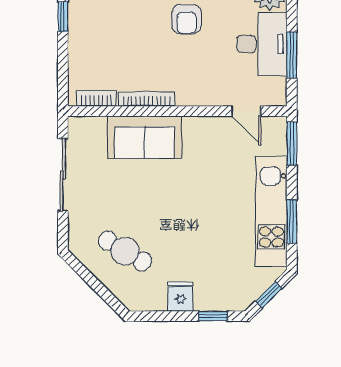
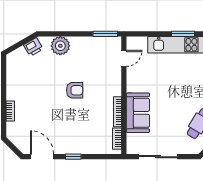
desk: (262, 44) -> (88, 50), removed
window: (292, 55) -> (105, 34), moved
window: (292, 143) -> (141, 34), removed

